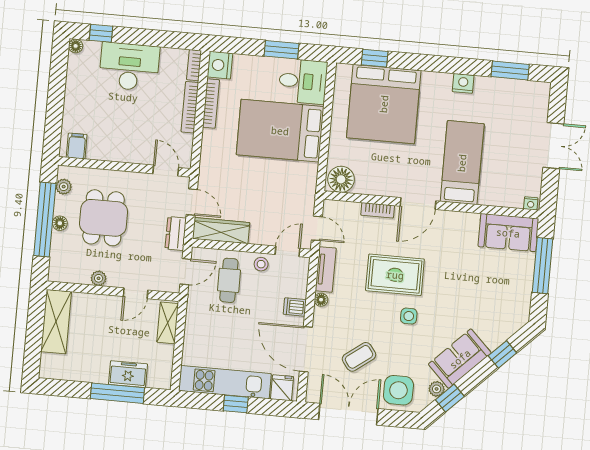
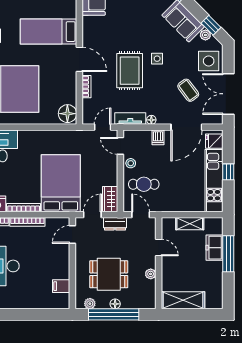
bed: (280, 131) -> (61, 183), moved, turned 180
filing cabinet: (77, 146) -> (61, 286), moved
wardrobe: (221, 231) -> (110, 199), width x0.67
shelving: (168, 323) -> (190, 224), moved

